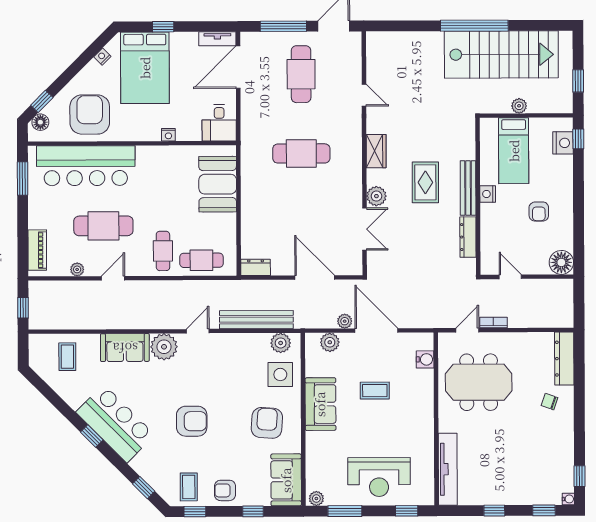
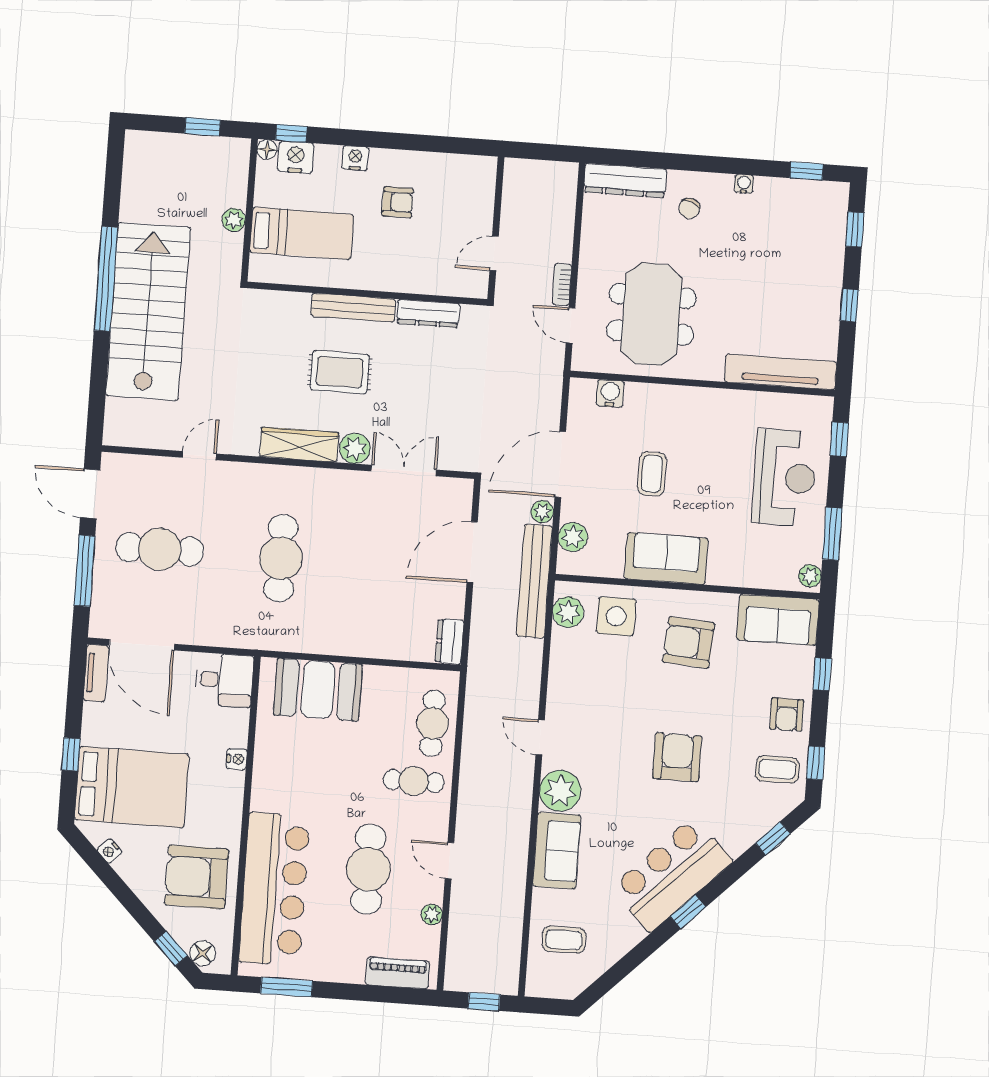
stairs: (501, 54) -> (148, 312), moved
wardrobe: (376, 151) -> (299, 445), width x1.50
nightstand: (488, 194) -> (355, 158), moved, turned 180
floor lamp: (561, 262) -> (267, 150), moved, width x0.53, depth x0.53
bench: (256, 320) -> (534, 581), moved
water cooler: (568, 499) -> (744, 184), moved

